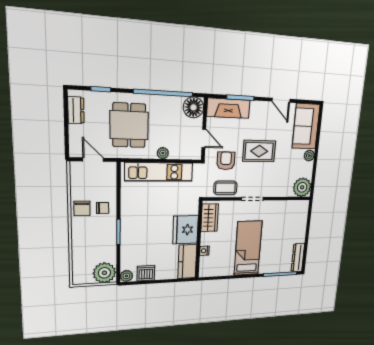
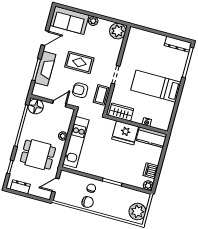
fireplace: (228, 108) -> (45, 68), moved
rug: (259, 151) -> (79, 62), turned 90
plant: (104, 273) -> (137, 212), moved

